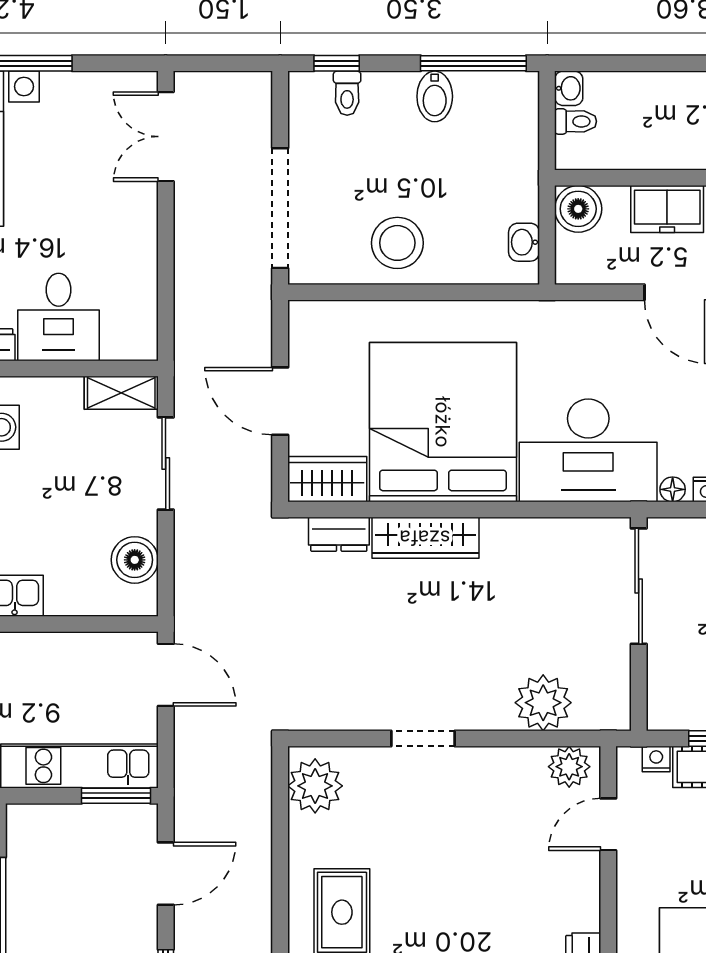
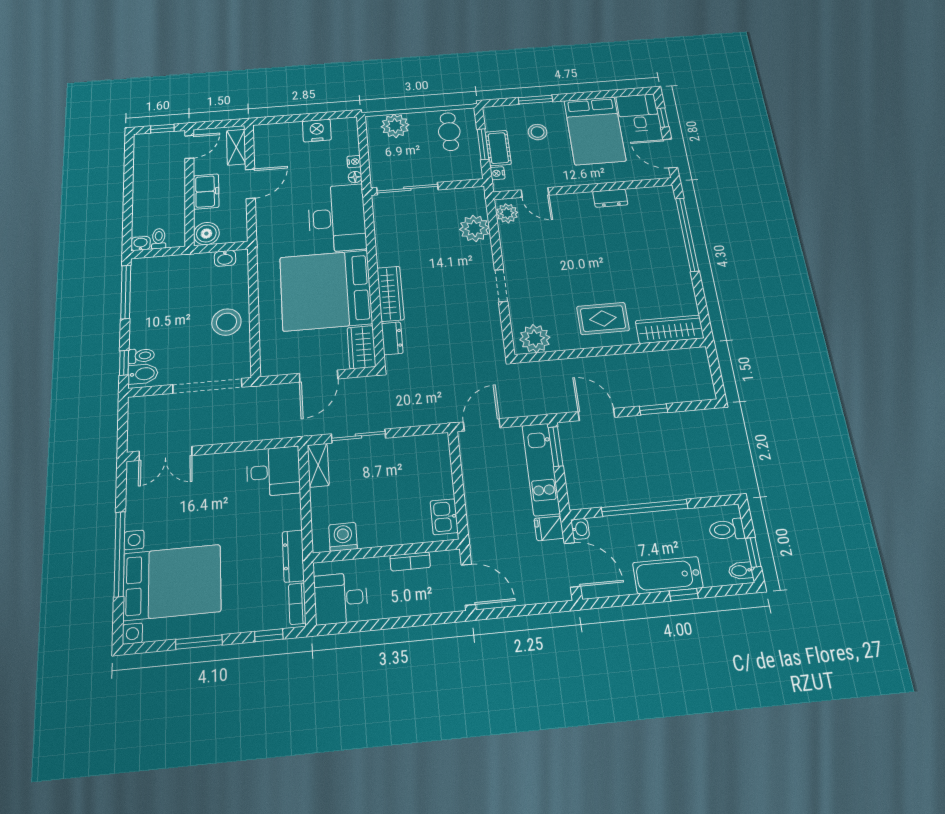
bidet: (435, 96) -> (143, 374), moved
desk: (59, 317) -> (273, 472), moved
boiler: (135, 560) -> (416, 448), removed

